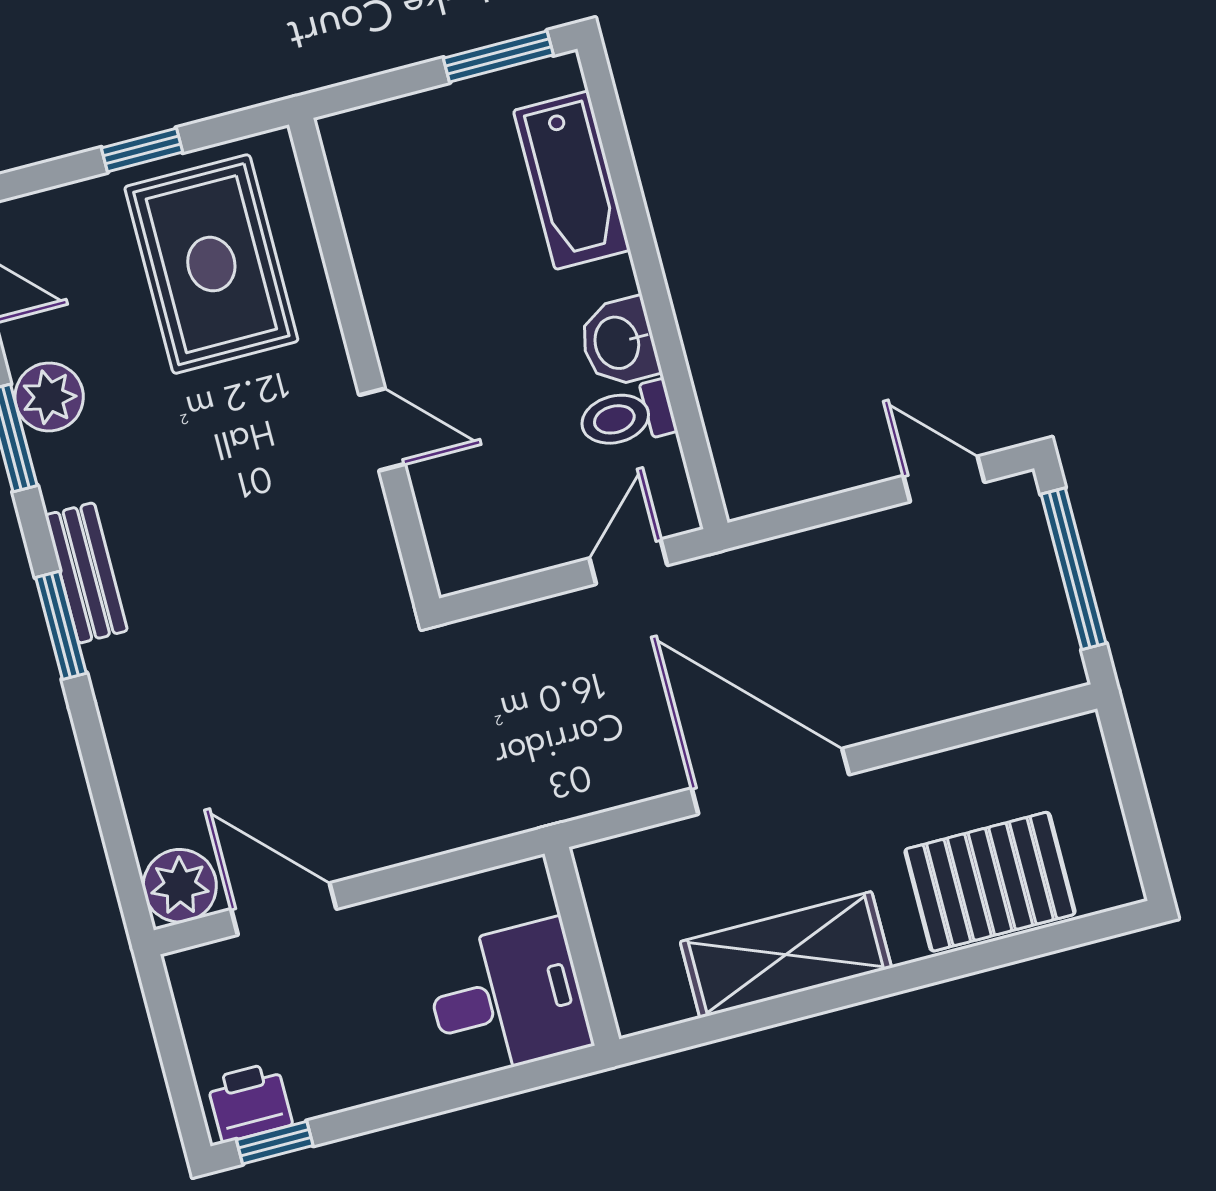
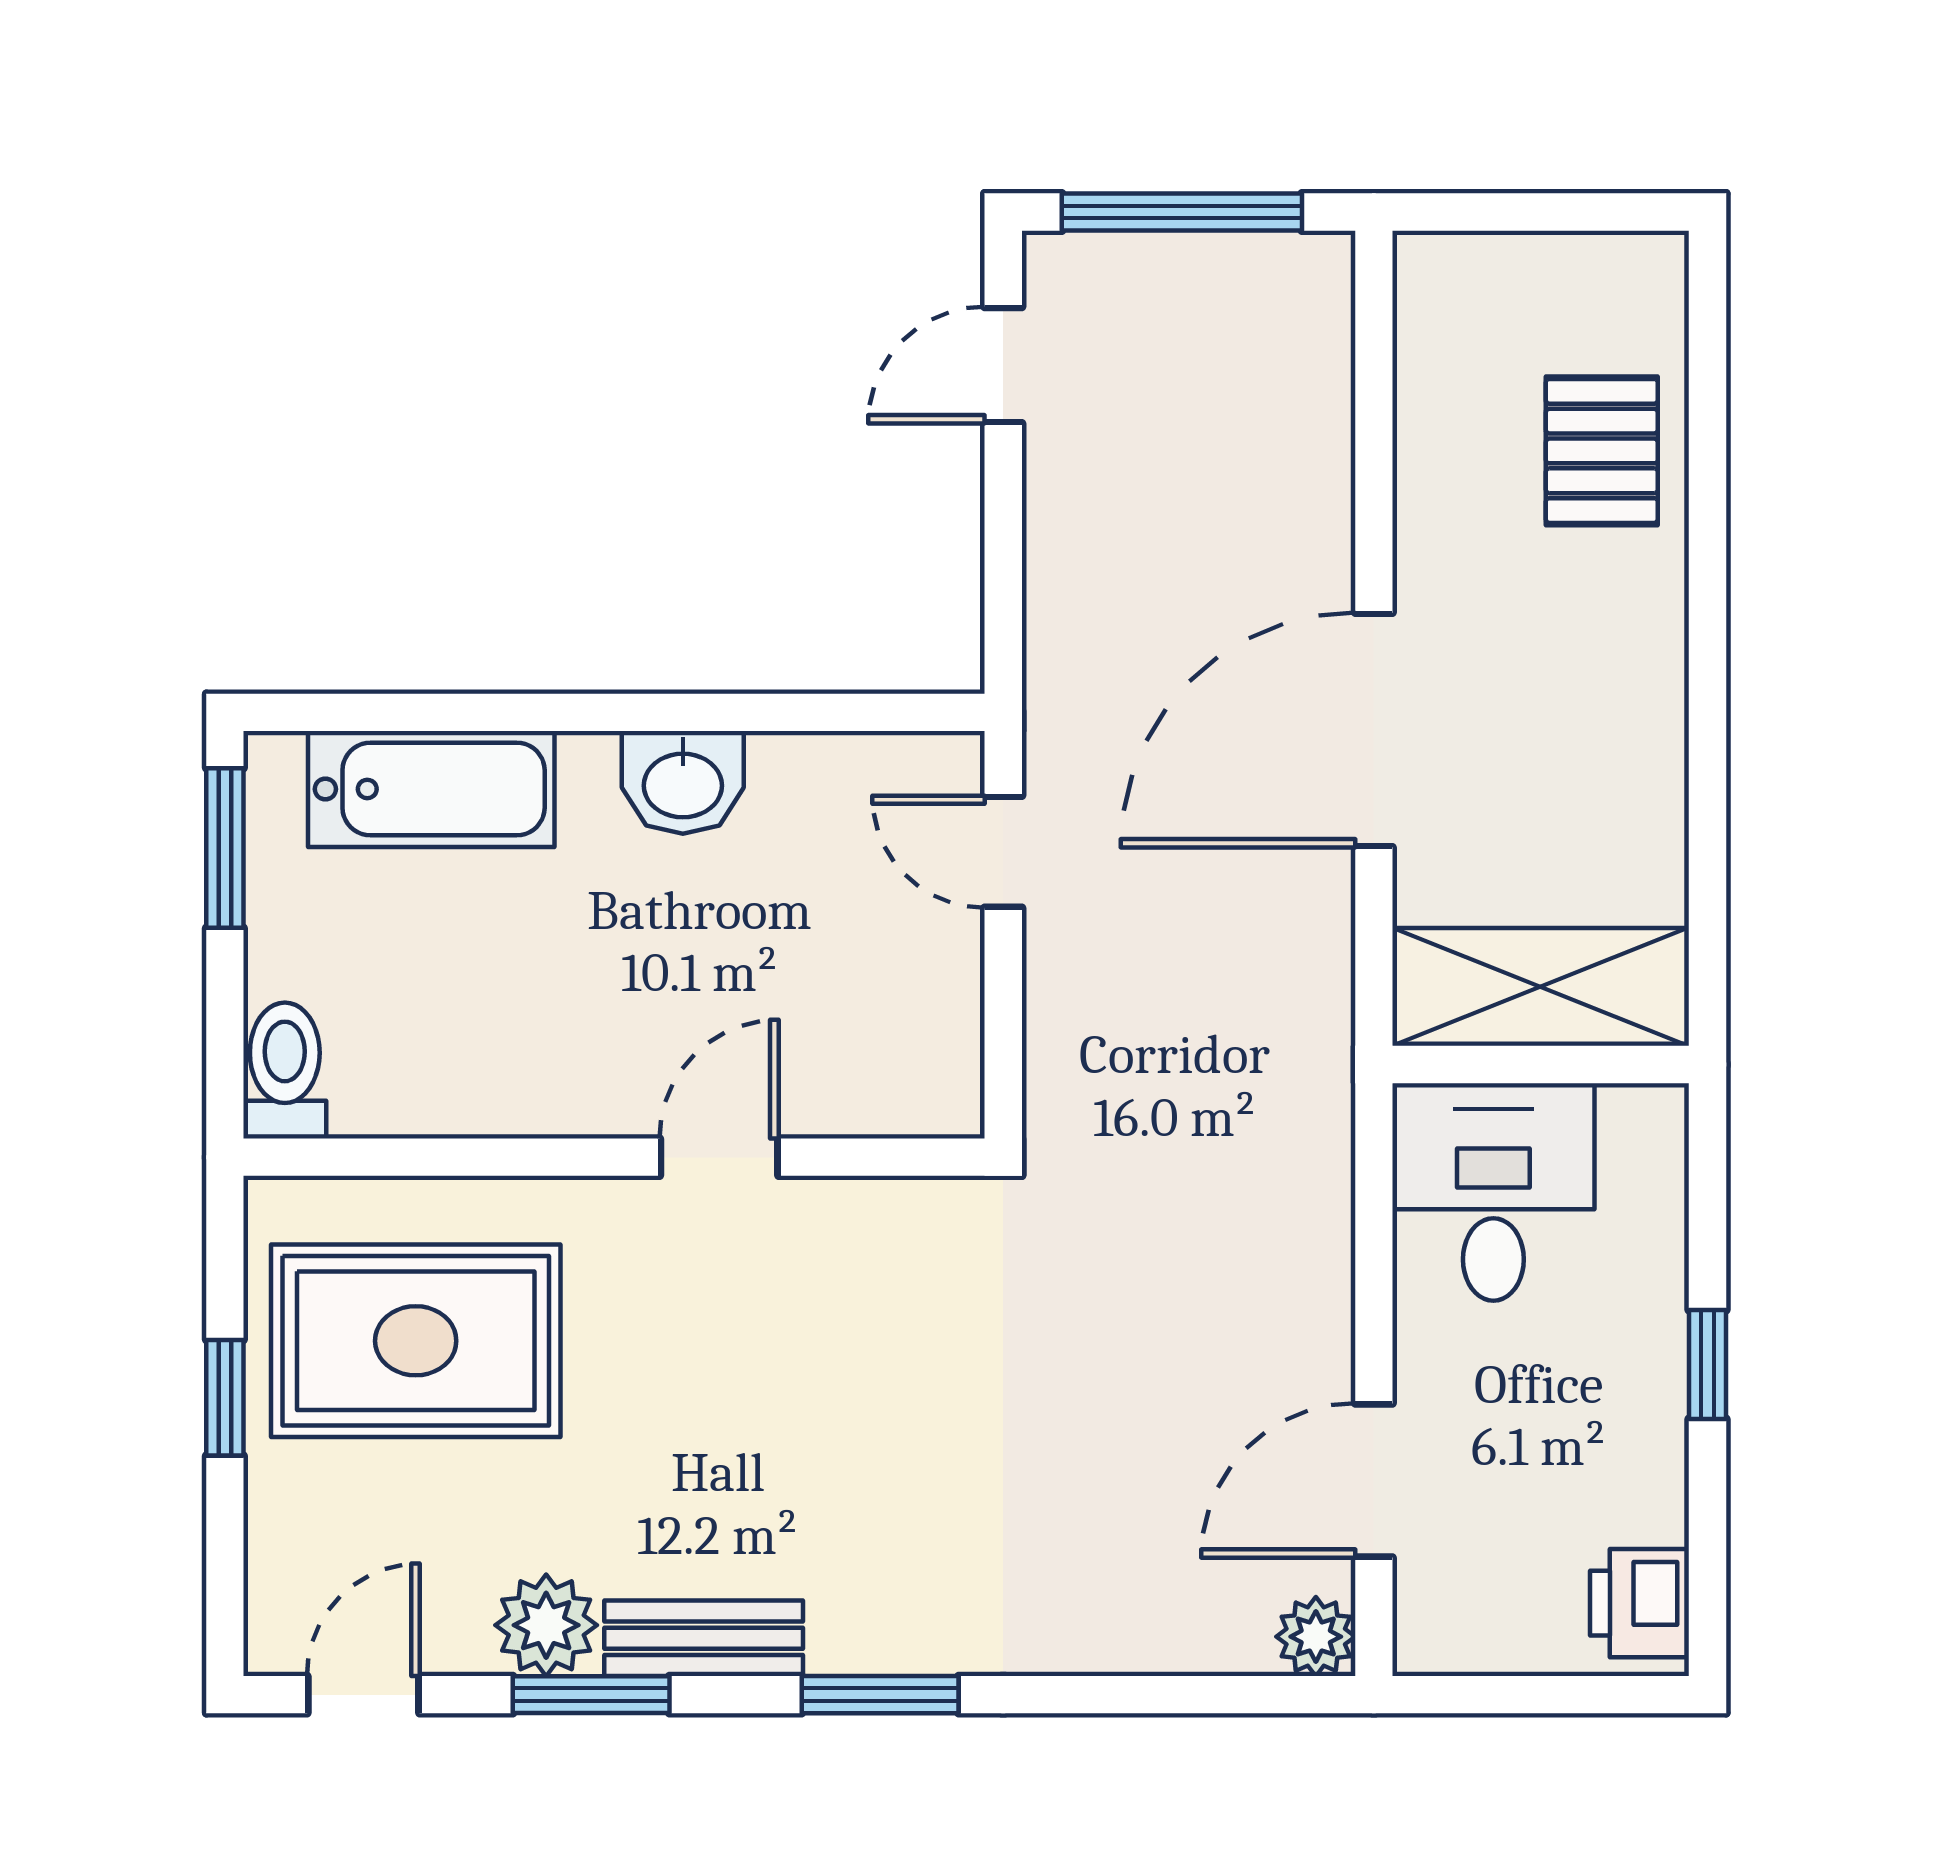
toilet: (627, 416) -> (285, 1071), moved, turned 180
bench: (86, 573) -> (704, 1638), moved
pallet: (990, 882) -> (1602, 451), width x0.67, depth x0.71
plant: (180, 886) -> (1316, 1637), width x0.73, depth x0.73
shelving: (786, 955) -> (1540, 987), moved, turned 90
desk: (507, 999) -> (1493, 1192), moved
window: (275, 1143) -> (1707, 1364), moved

